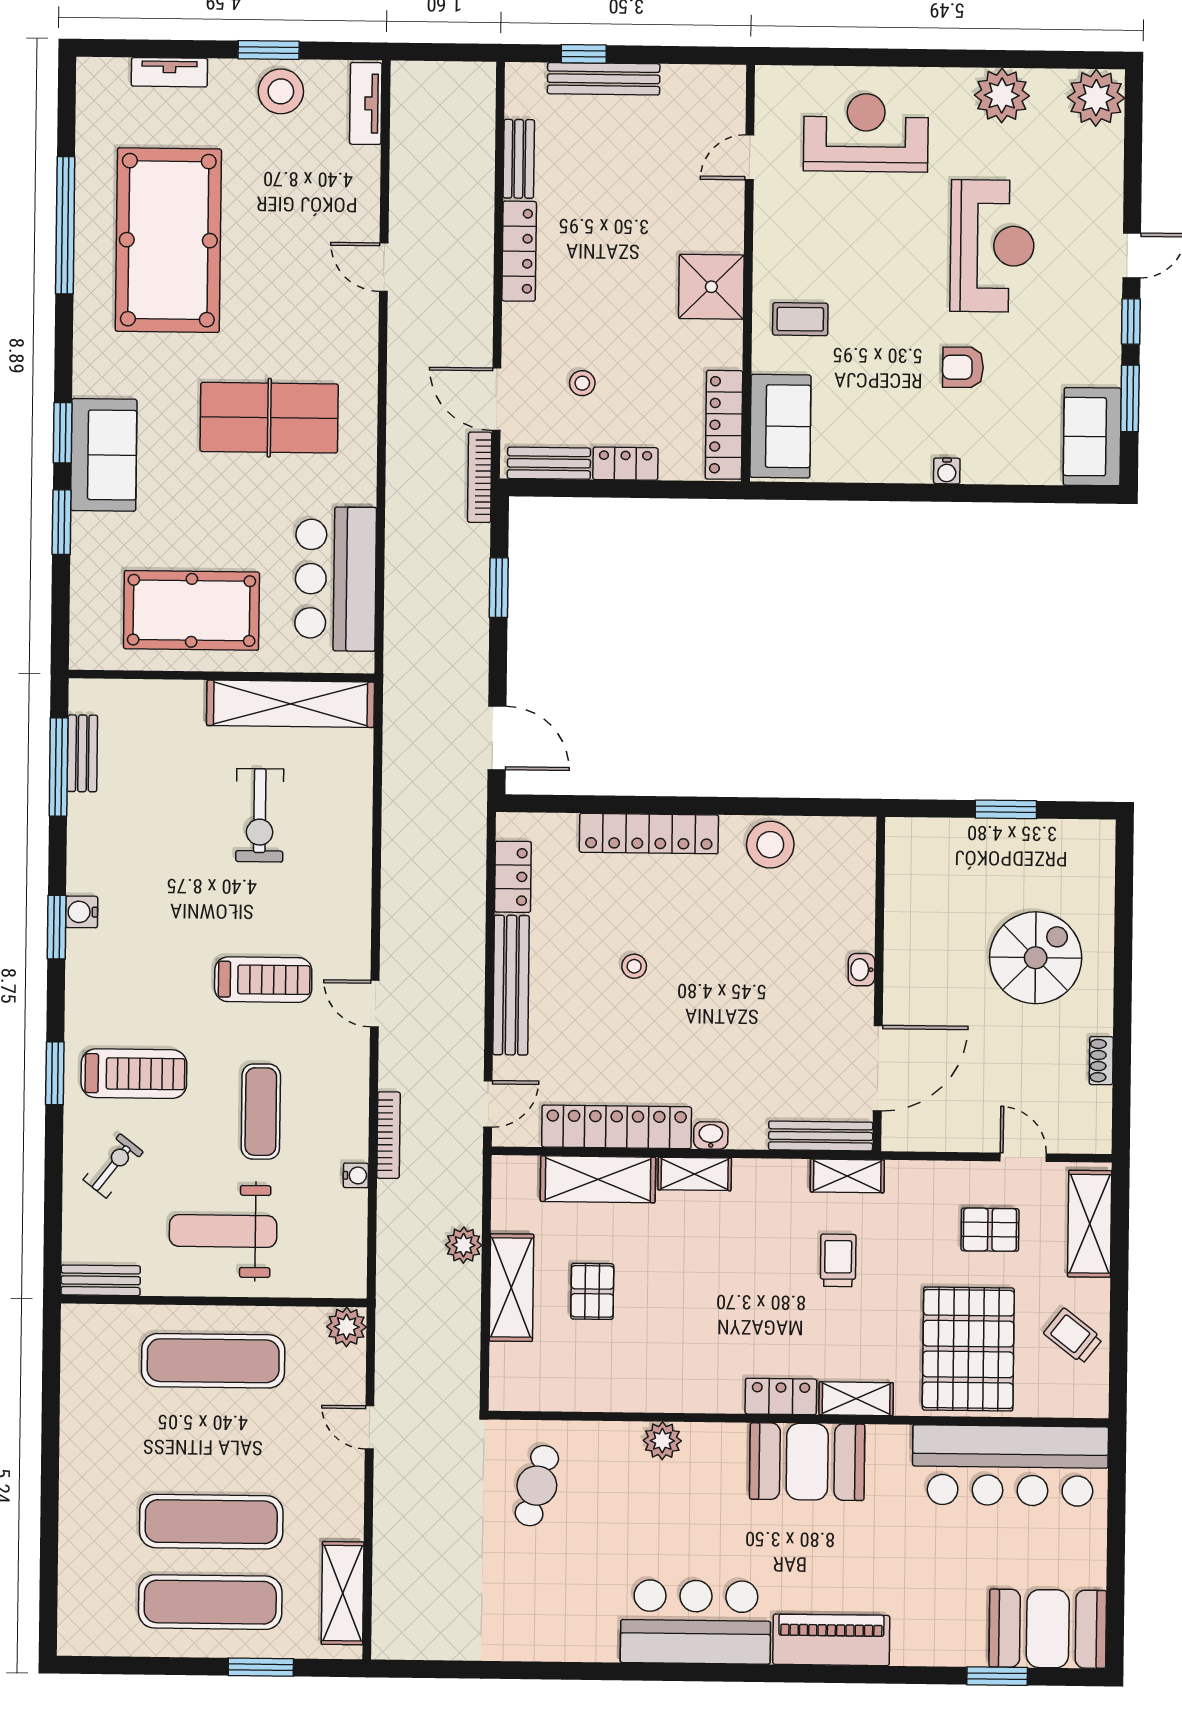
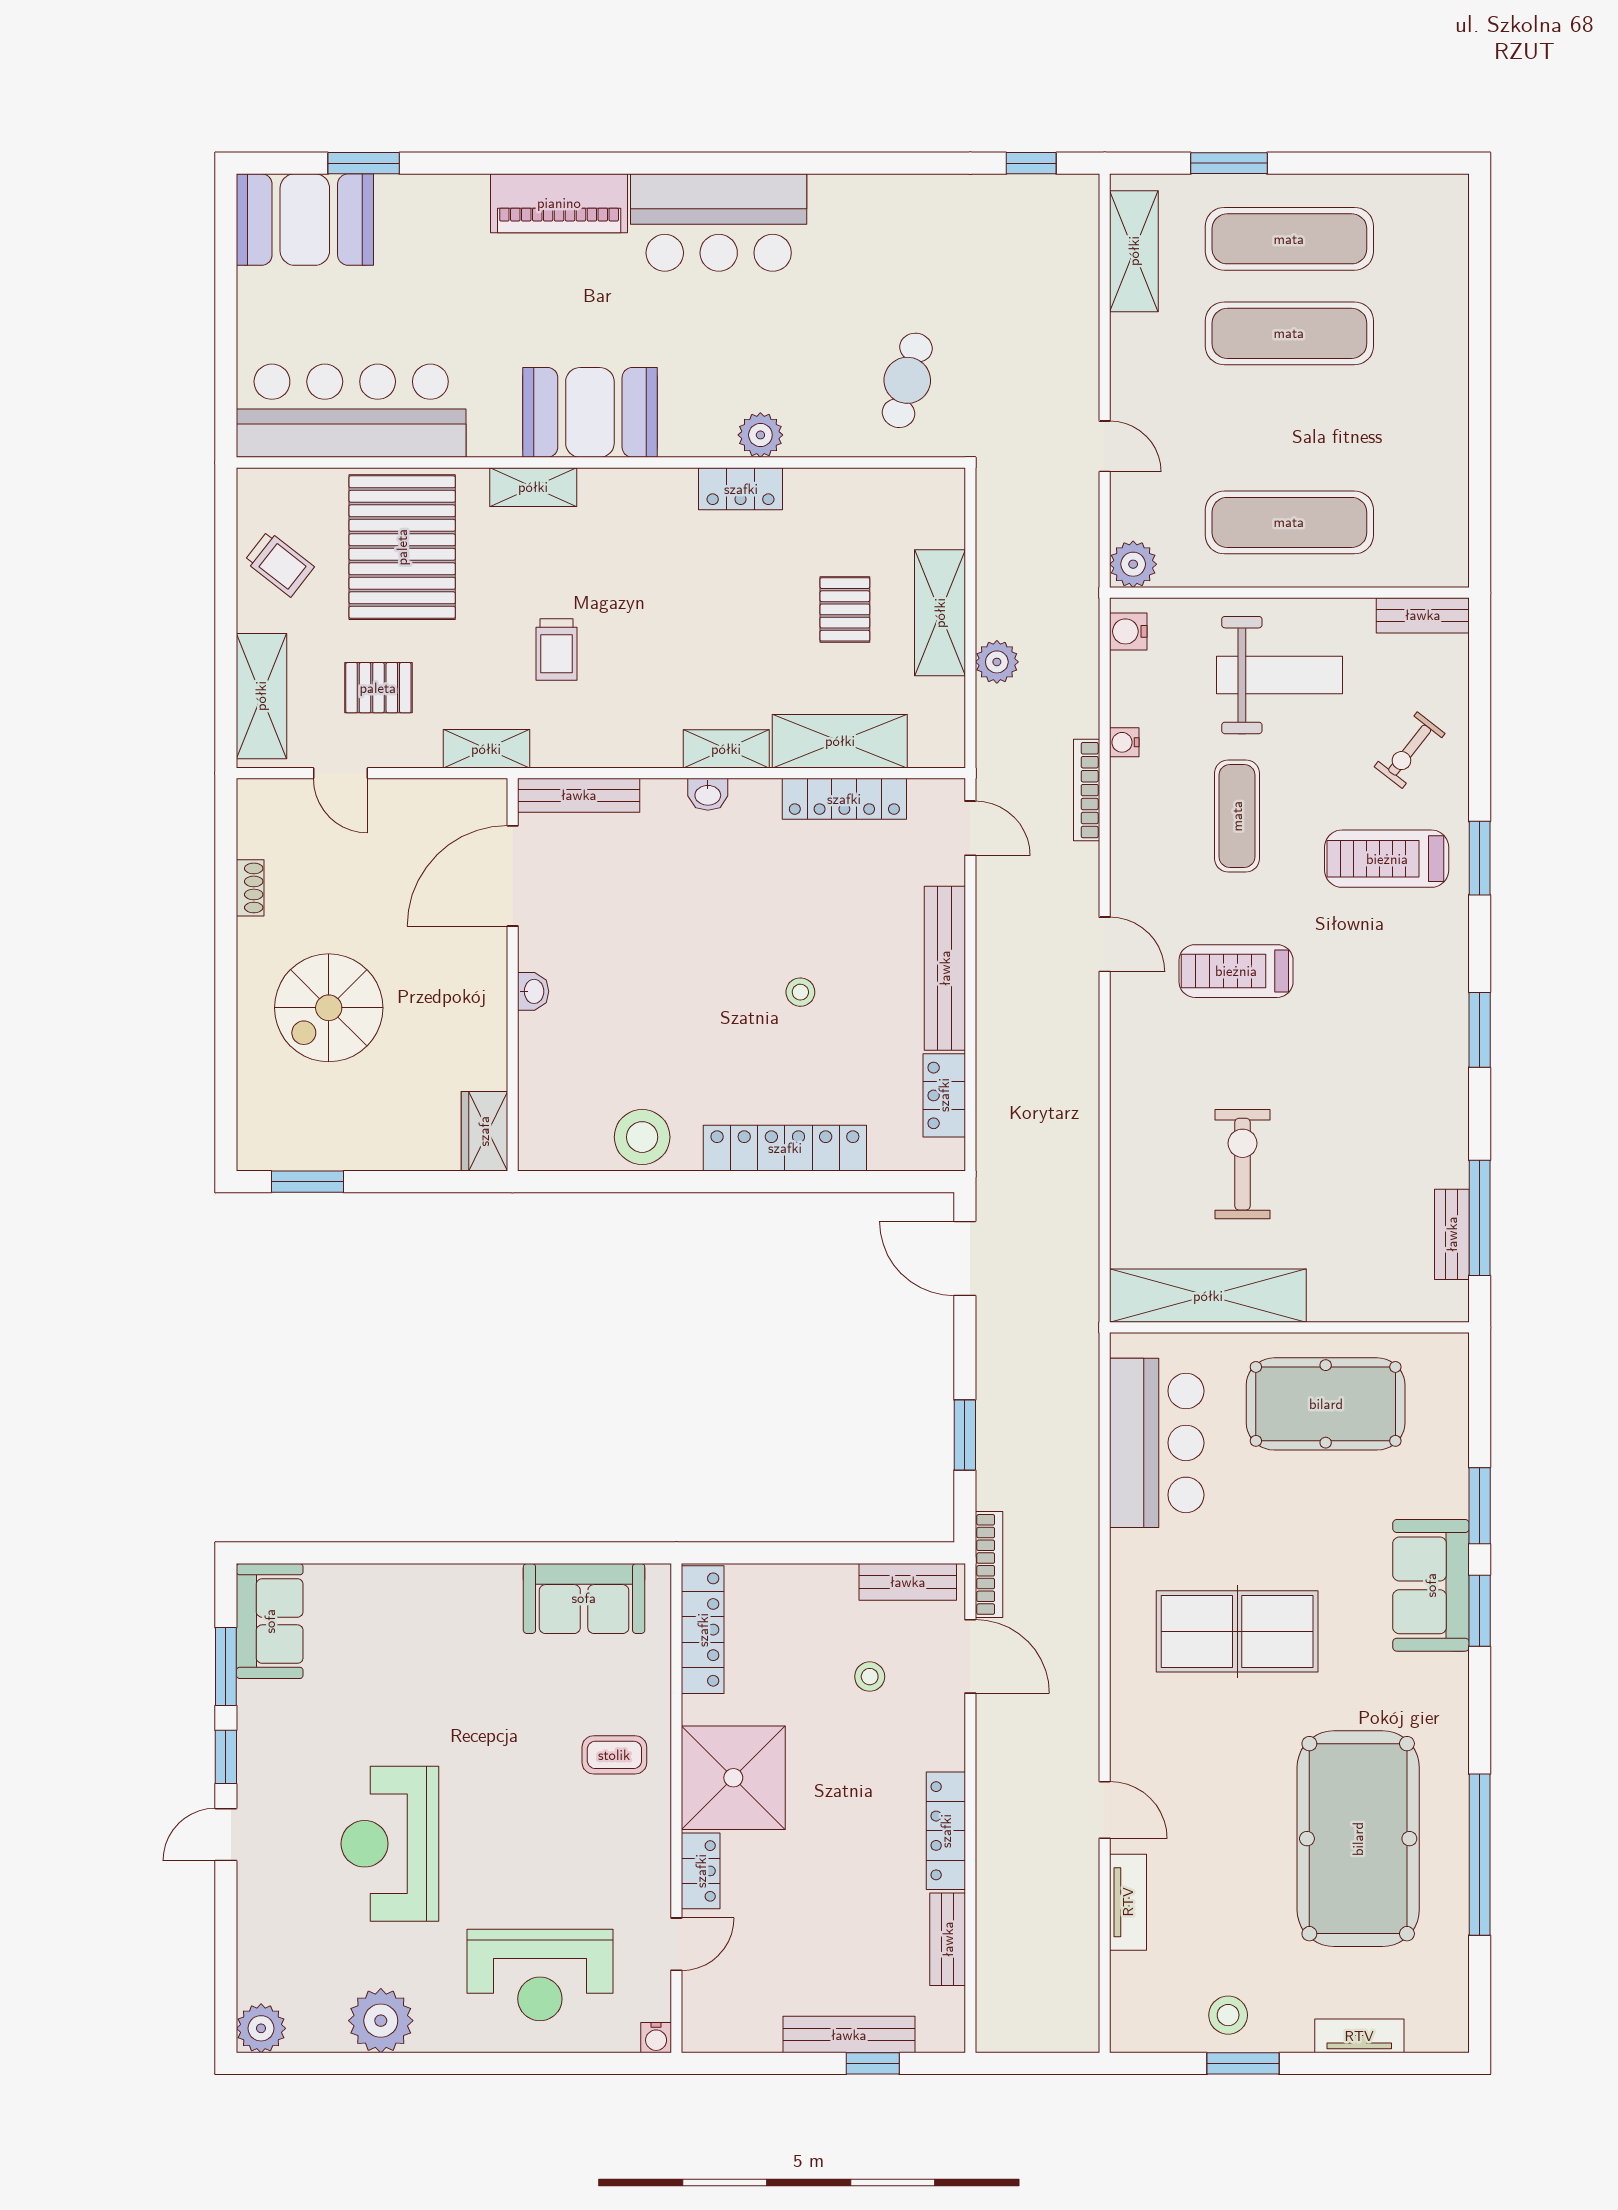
stool: (281, 91) -> (1228, 2015), width x0.73, depth x0.73
plant: (1096, 98) -> (261, 2028), width x0.73, depth x0.73
tv unit: (366, 103) -> (1128, 1902), moved
shower: (711, 287) -> (733, 1778), width x1.37, depth x1.37
armchair: (963, 367) -> (423, 1701), removed
sofa: (780, 426) -> (584, 1598), moved, turned -90
locker: (625, 464) -> (701, 1871), moved, turned -90
water cooler: (947, 471) -> (656, 2038), moved, turned 180
window: (1006, 809) -> (307, 1182), moved
wardrobe: (904, 851) -> (484, 1131), added
water cooler: (82, 912) -> (1128, 631), moved, turned 180
door: (488, 1104) -> (970, 828), swing flipped
locker: (617, 1127) -> (844, 799), width x0.71, depth x0.83
shelving: (847, 1176) -> (486, 749), moved
locker: (781, 1396) -> (741, 489), moved
window: (429, 1669) -> (1031, 163), added

